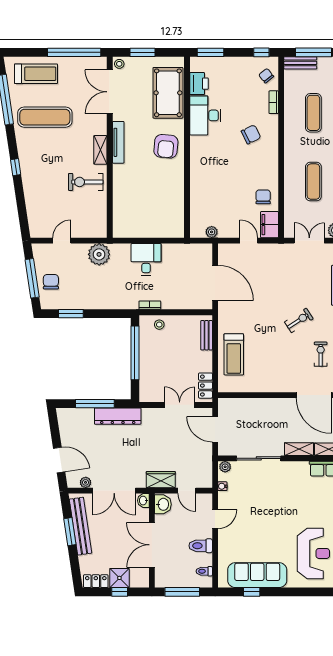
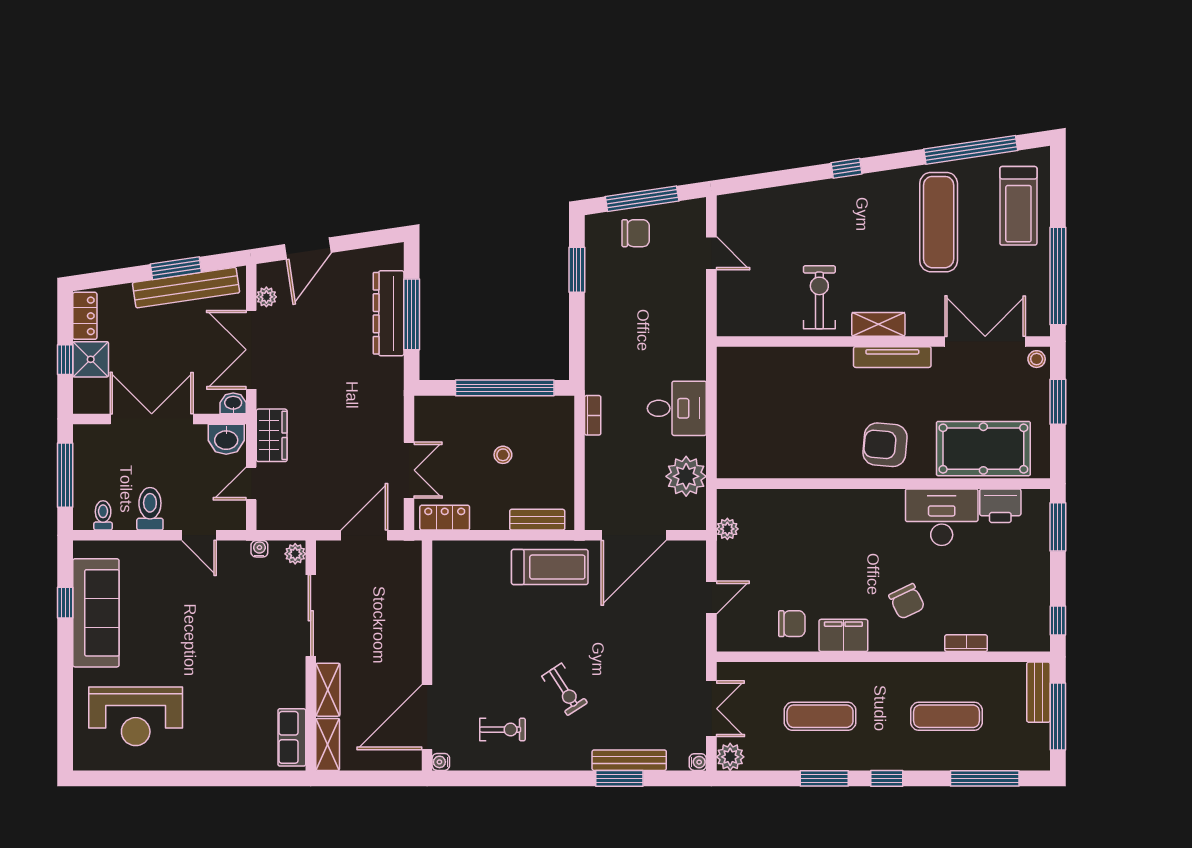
chair: (266, 76) -> (1015, 629), removed
filing cabinet: (269, 225) -> (843, 635), moved
plant: (99, 254) -> (686, 476), moved
stool: (159, 325) -> (503, 455), moved
treadmill: (234, 354) -> (550, 567), moved, turned 180
dresser: (118, 416) -> (389, 313), moved

